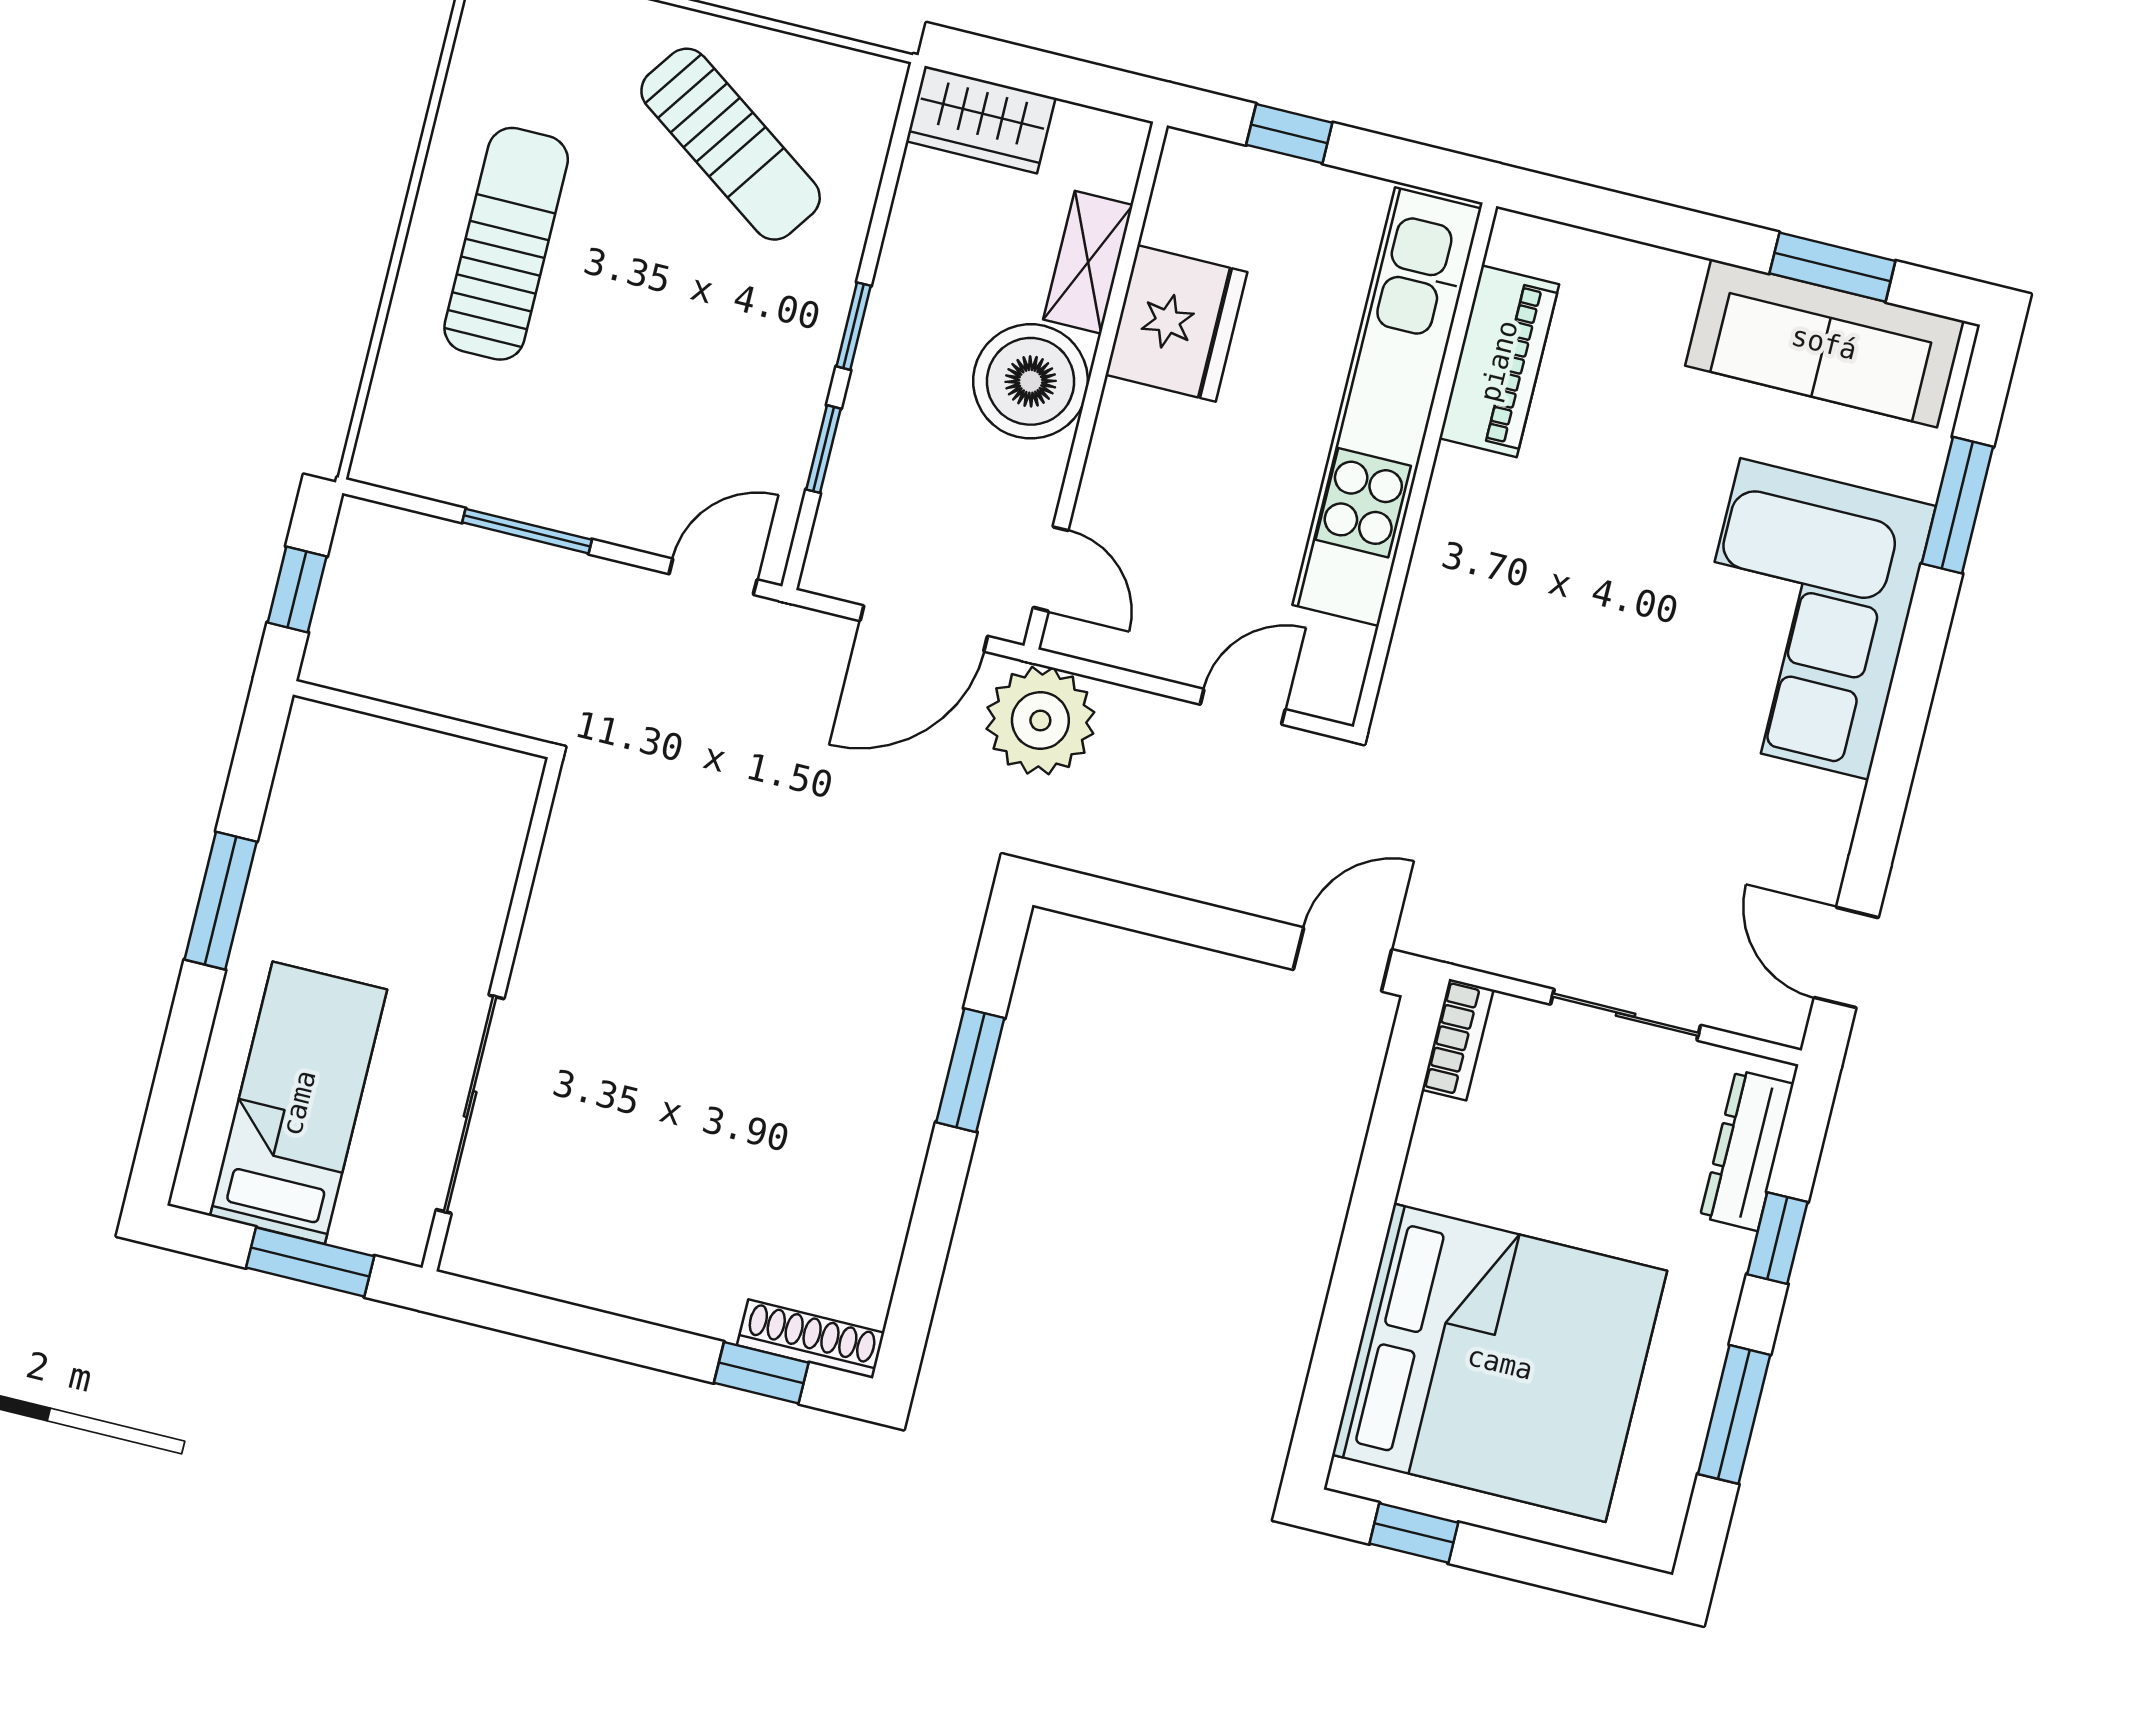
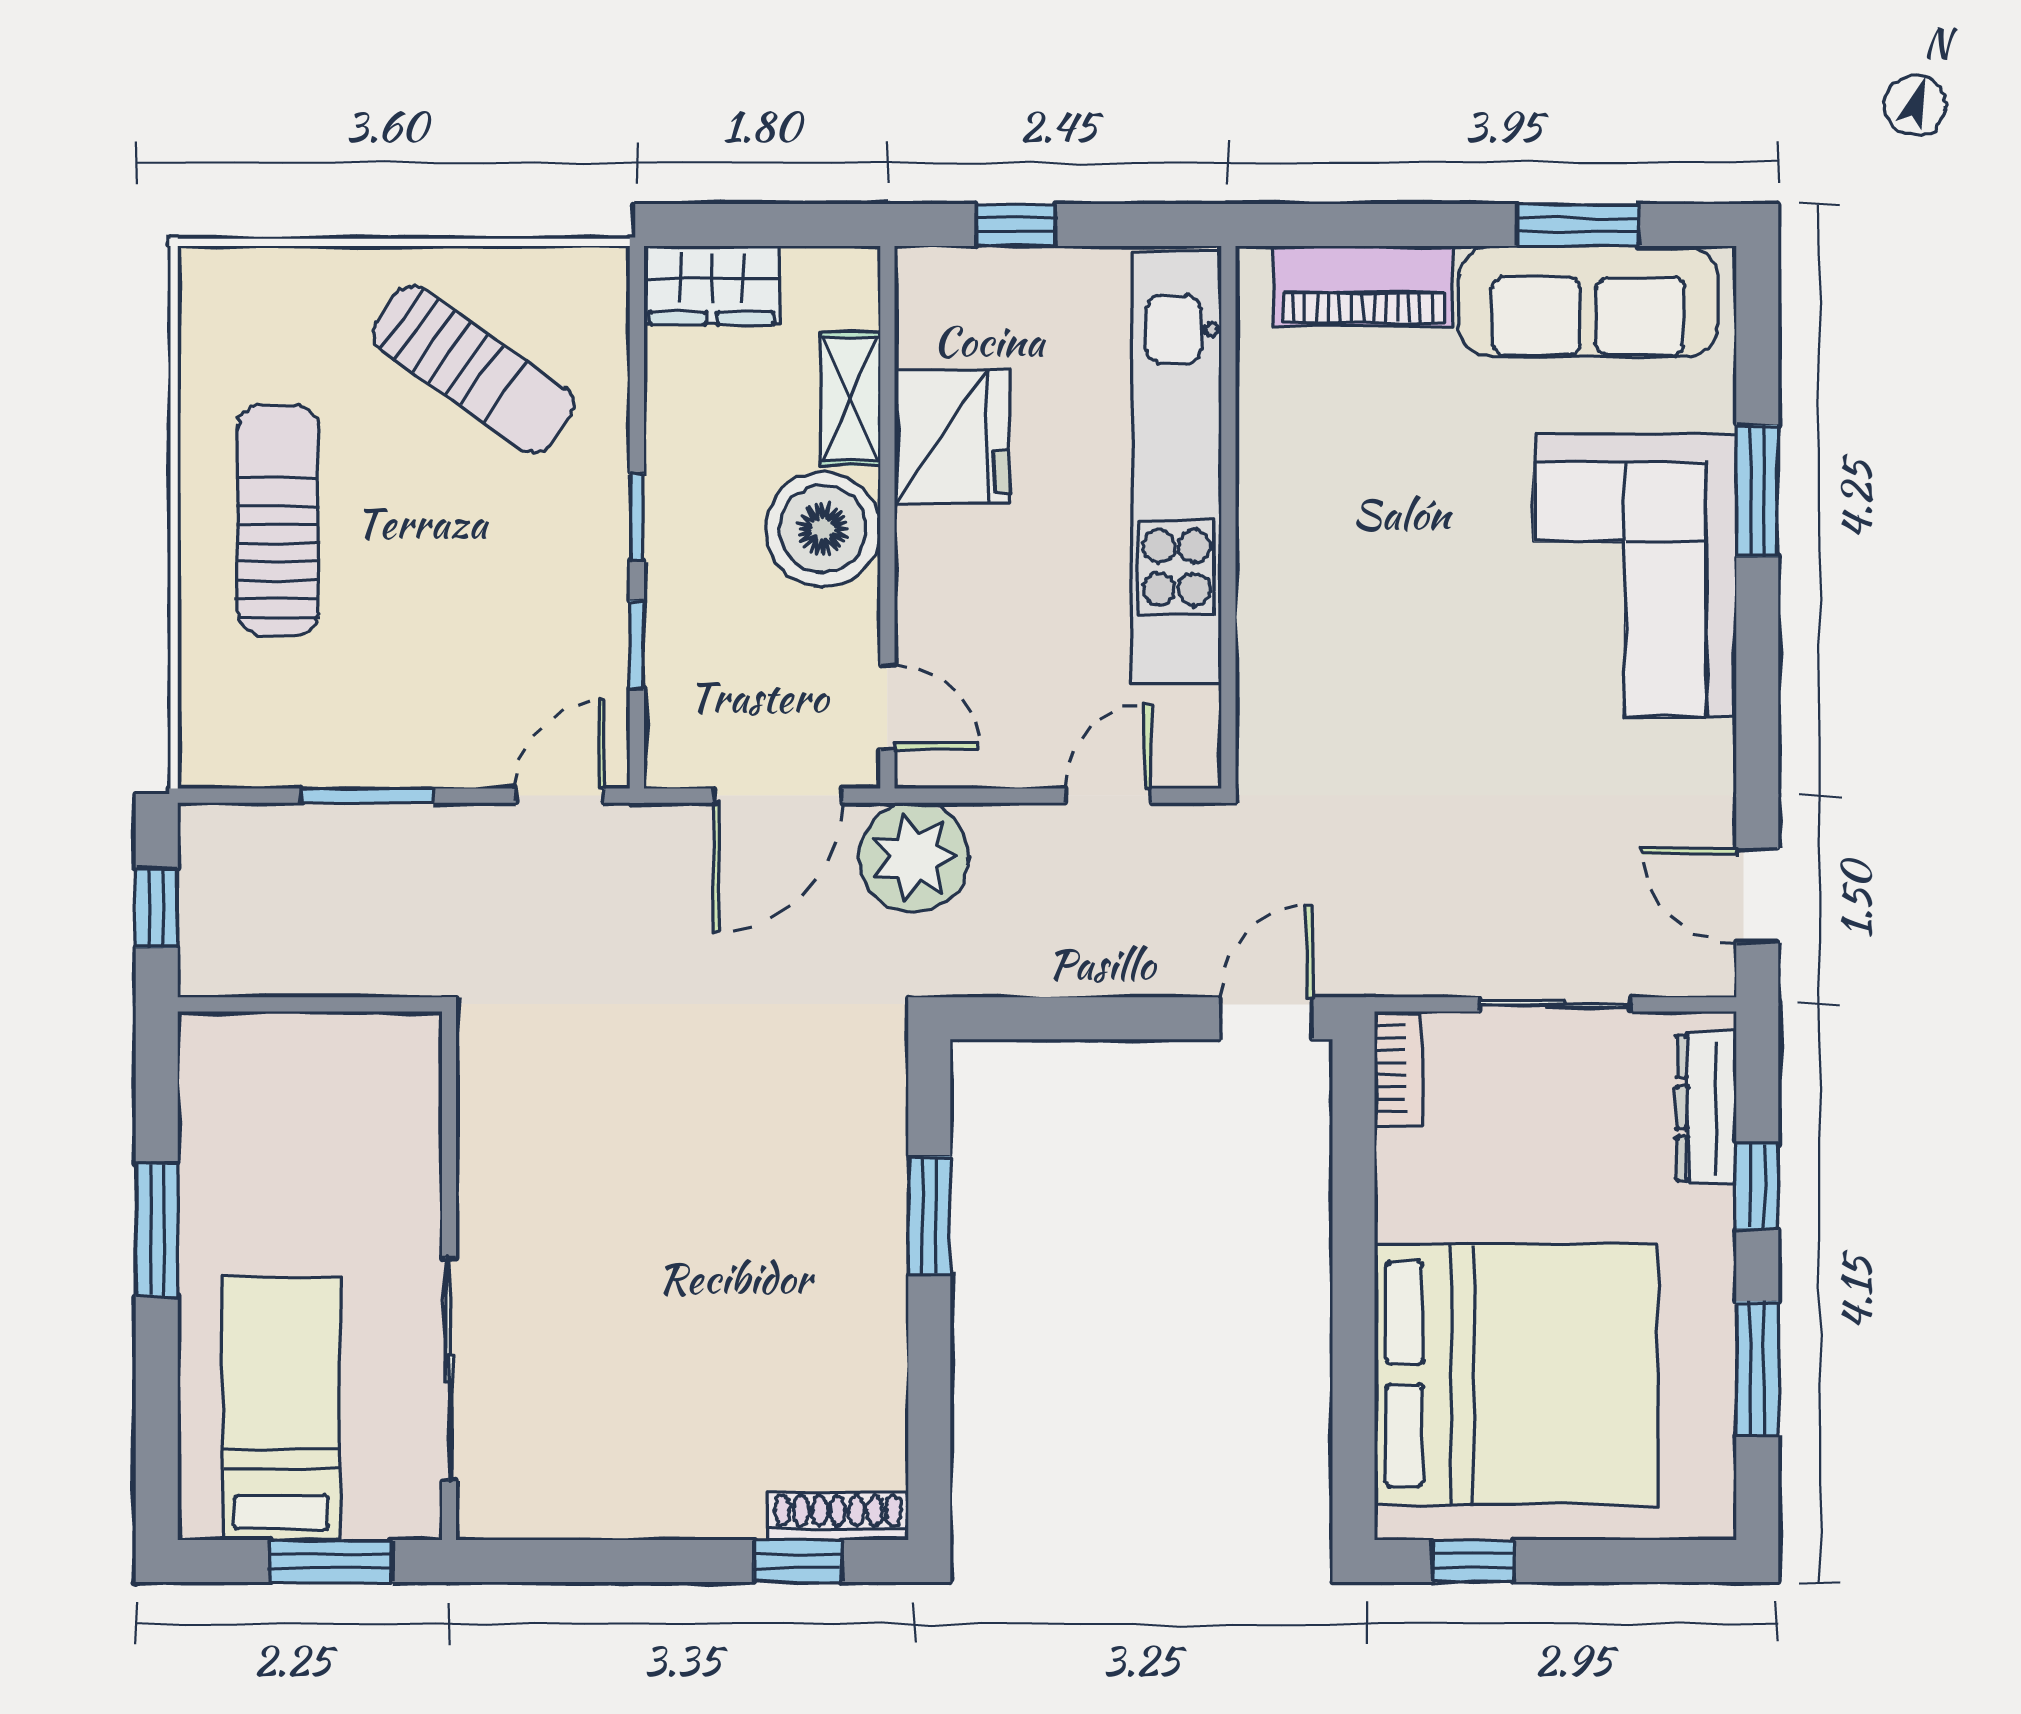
piano: (1499, 361) -> (1363, 286), moved, turned 90
window: (1957, 505) -> (1757, 491), moved

